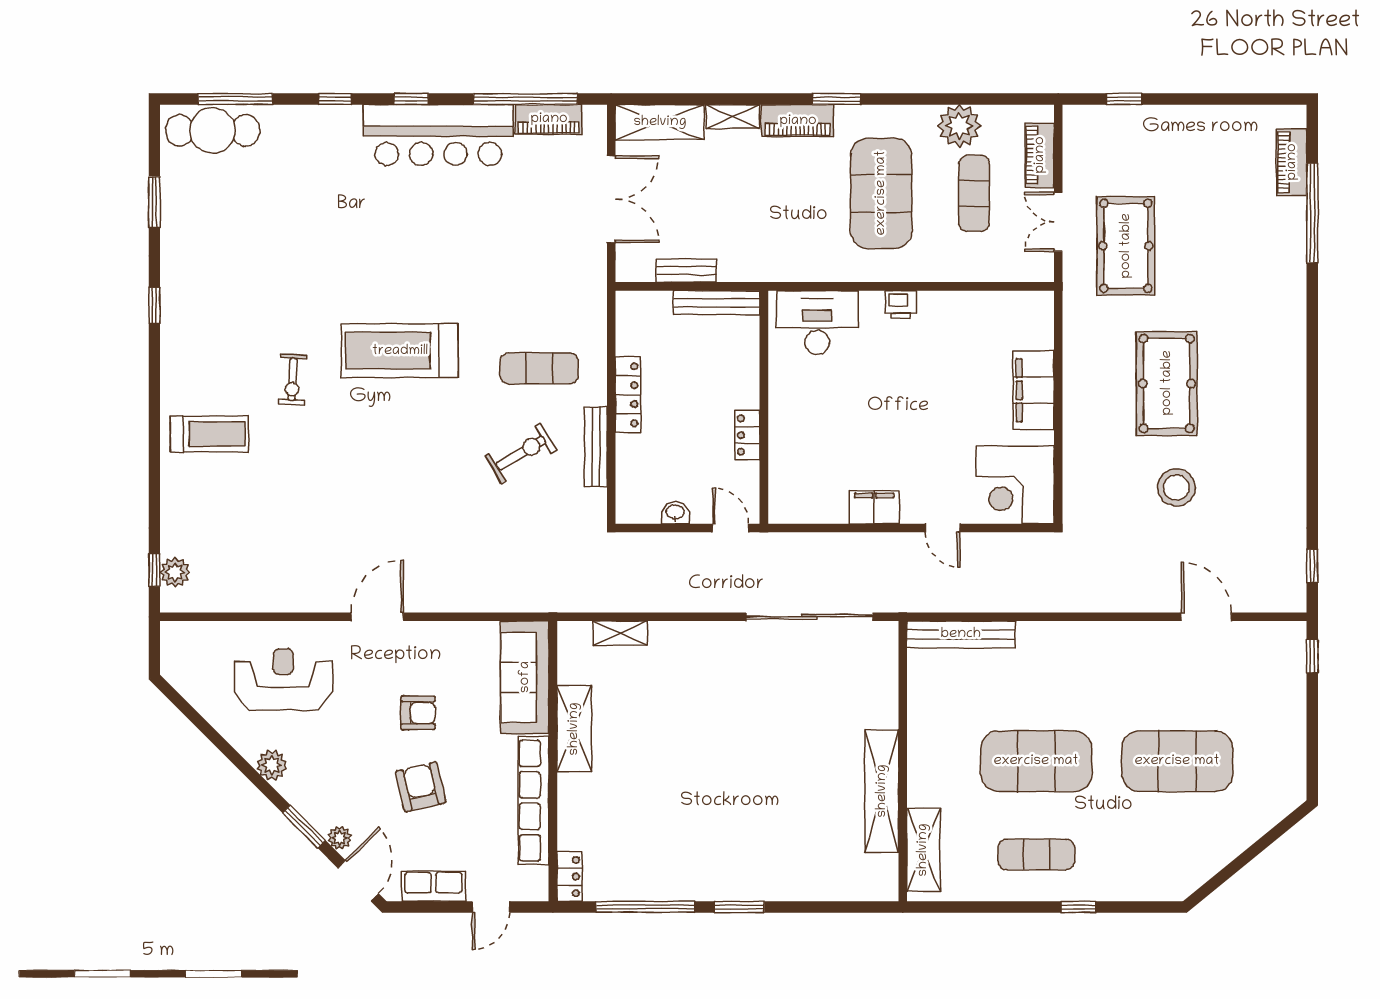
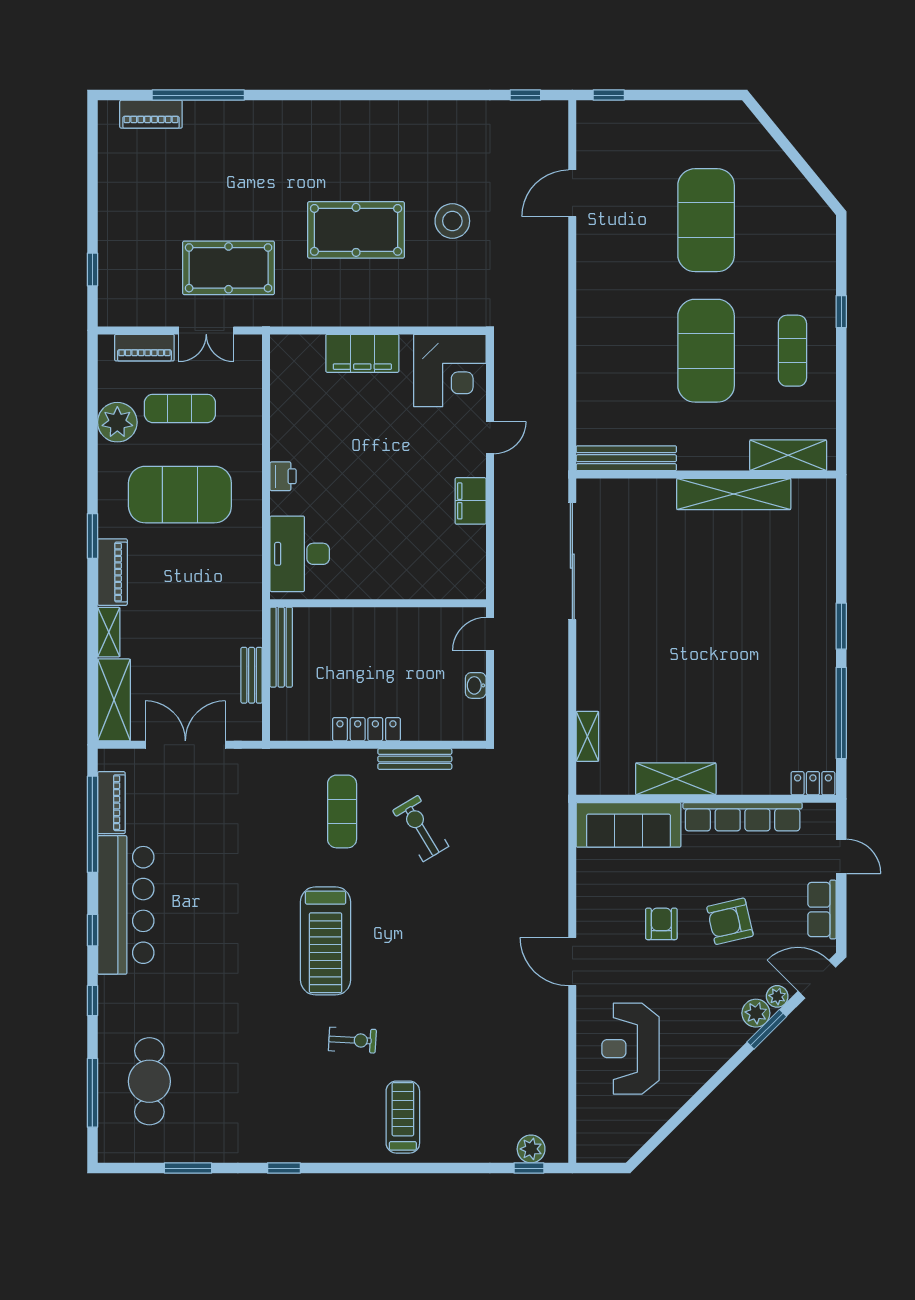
cafe table: (213, 130) -> (149, 1081), moved
locker: (747, 435) -> (404, 619), removed
bench: (961, 634) -> (626, 458), moved, turned 90
plant: (272, 765) -> (756, 1013), moved

